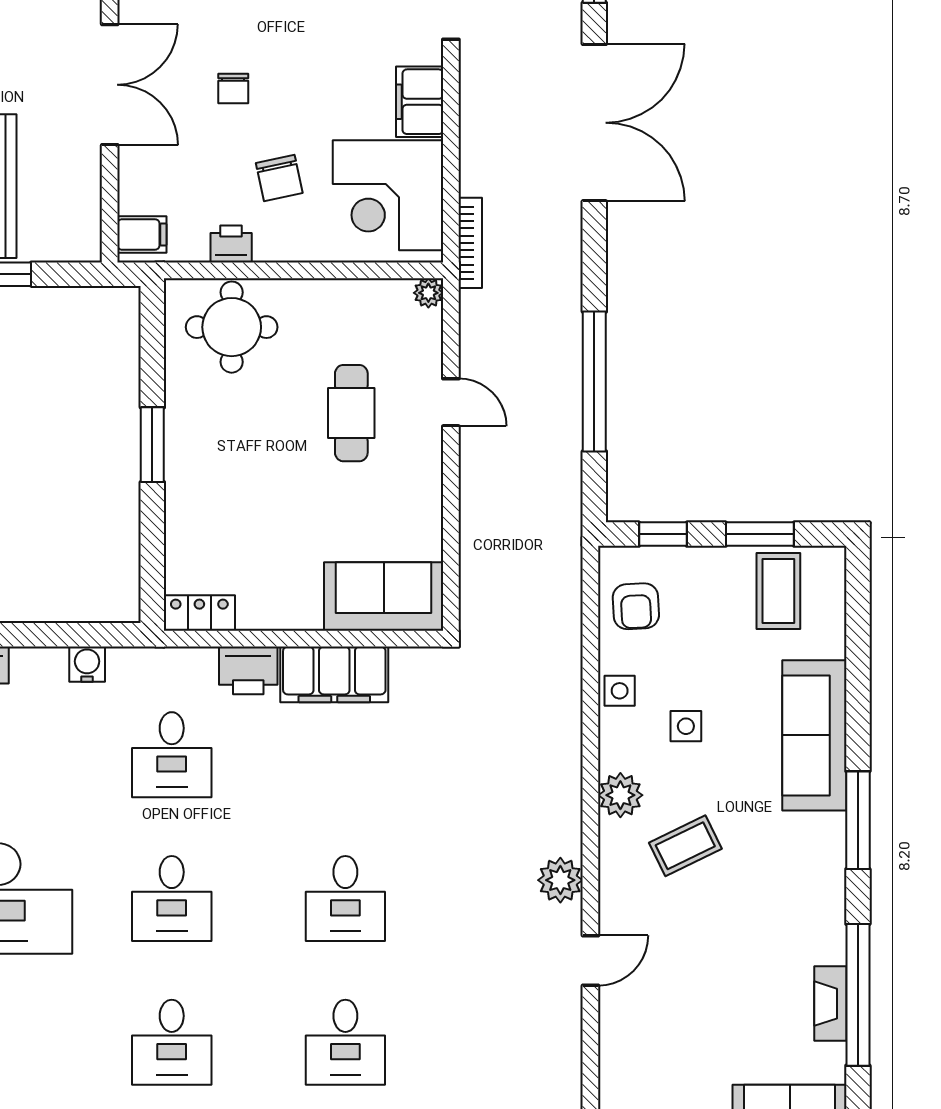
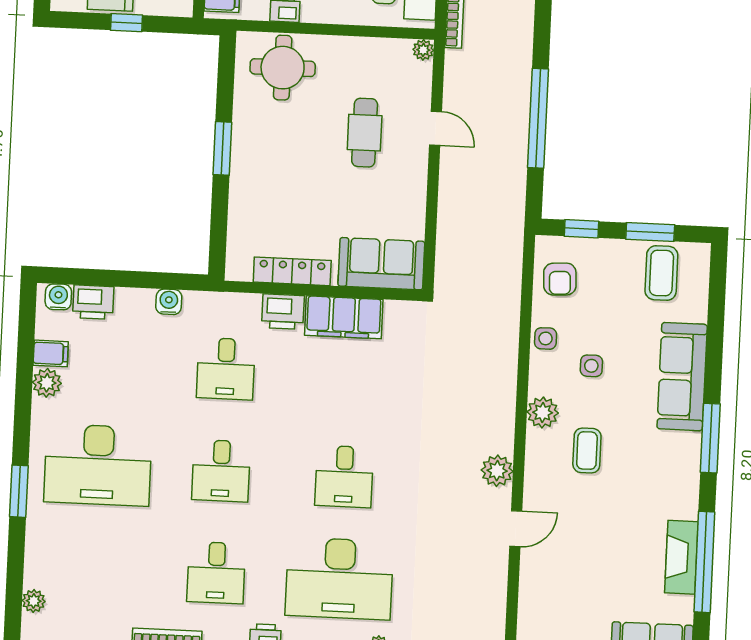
locker: (199, 613) -> (292, 271), moved, width x1.53
coffee table: (685, 846) -> (587, 451), turned -64
fireplace: (830, 1004) -> (681, 557), width x1.37, depth x1.32
desk: (345, 1042) -> (339, 578), width x1.87, depth x1.30

